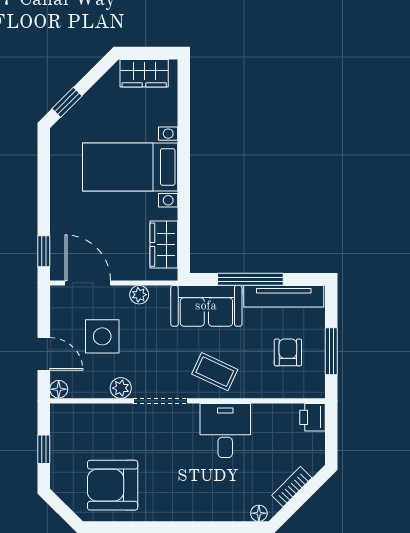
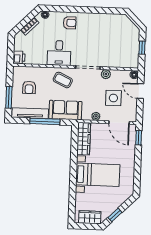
window: (67, 102) -> (115, 215), moved
wardrobe: (164, 245) -> (84, 139), width x1.50
window: (331, 351) -> (9, 97), moved
armchair: (113, 485) -> (70, 23), moved, width x0.53, depth x0.53

